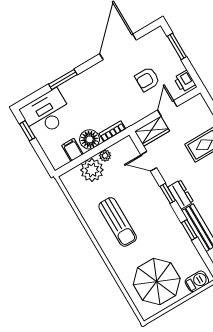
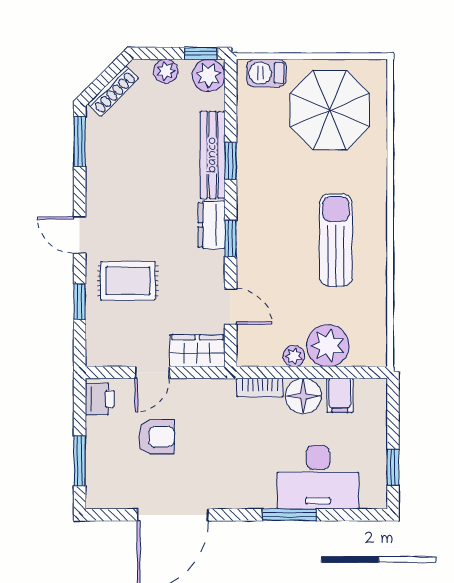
desk: (46, 113) -> (318, 477), moved

